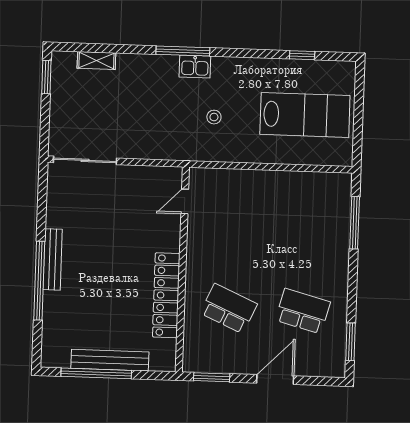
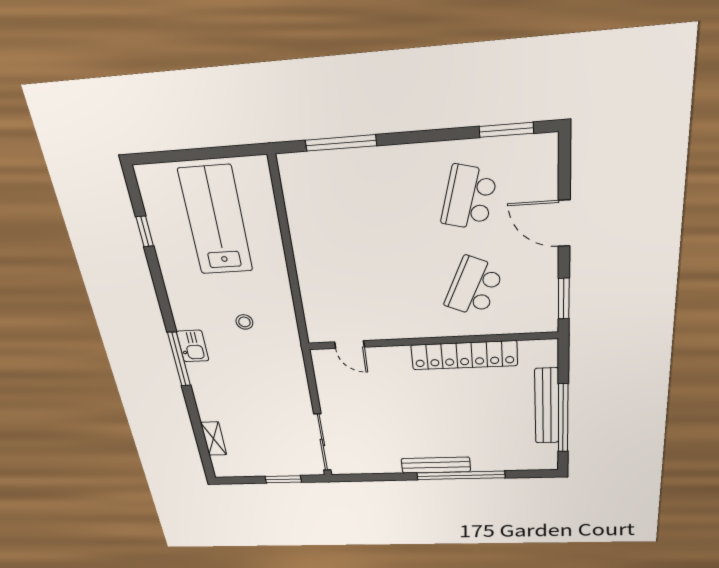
window: (46, 77) -> (283, 479), moved

